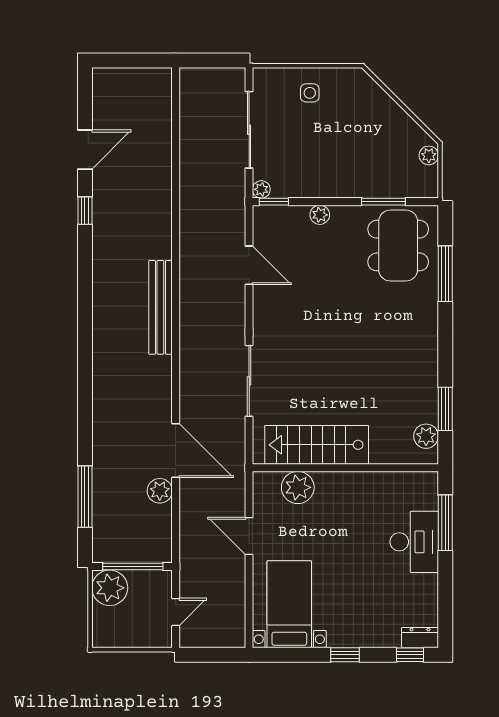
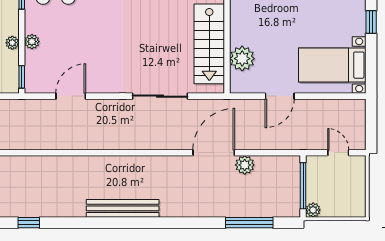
plant: (261, 189) -> (12, 43), moved
bench: (160, 307) -> (123, 208), moved
plant: (110, 588) -> (313, 210), width x0.53, depth x0.53

